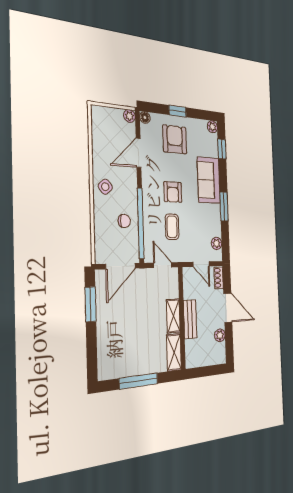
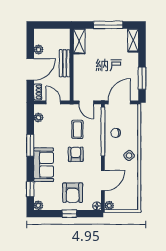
door: (228, 308) -> (30, 69), swing flipped
shelving: (173, 316) -> (133, 40), moved

